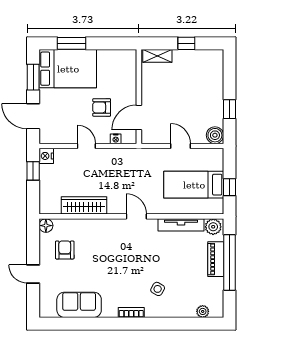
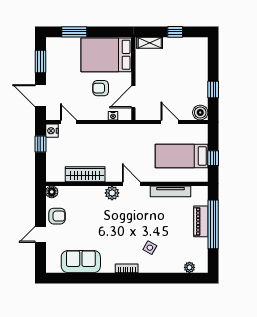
bed: (68, 69) -> (106, 55), moved, turned 180
door: (86, 146) -> (69, 122), moved
plant: (213, 227) -> (112, 193), moved
armchair: (65, 250) -> (57, 216), moved, turned 90
door: (33, 274) -> (40, 234), hinge flipped

